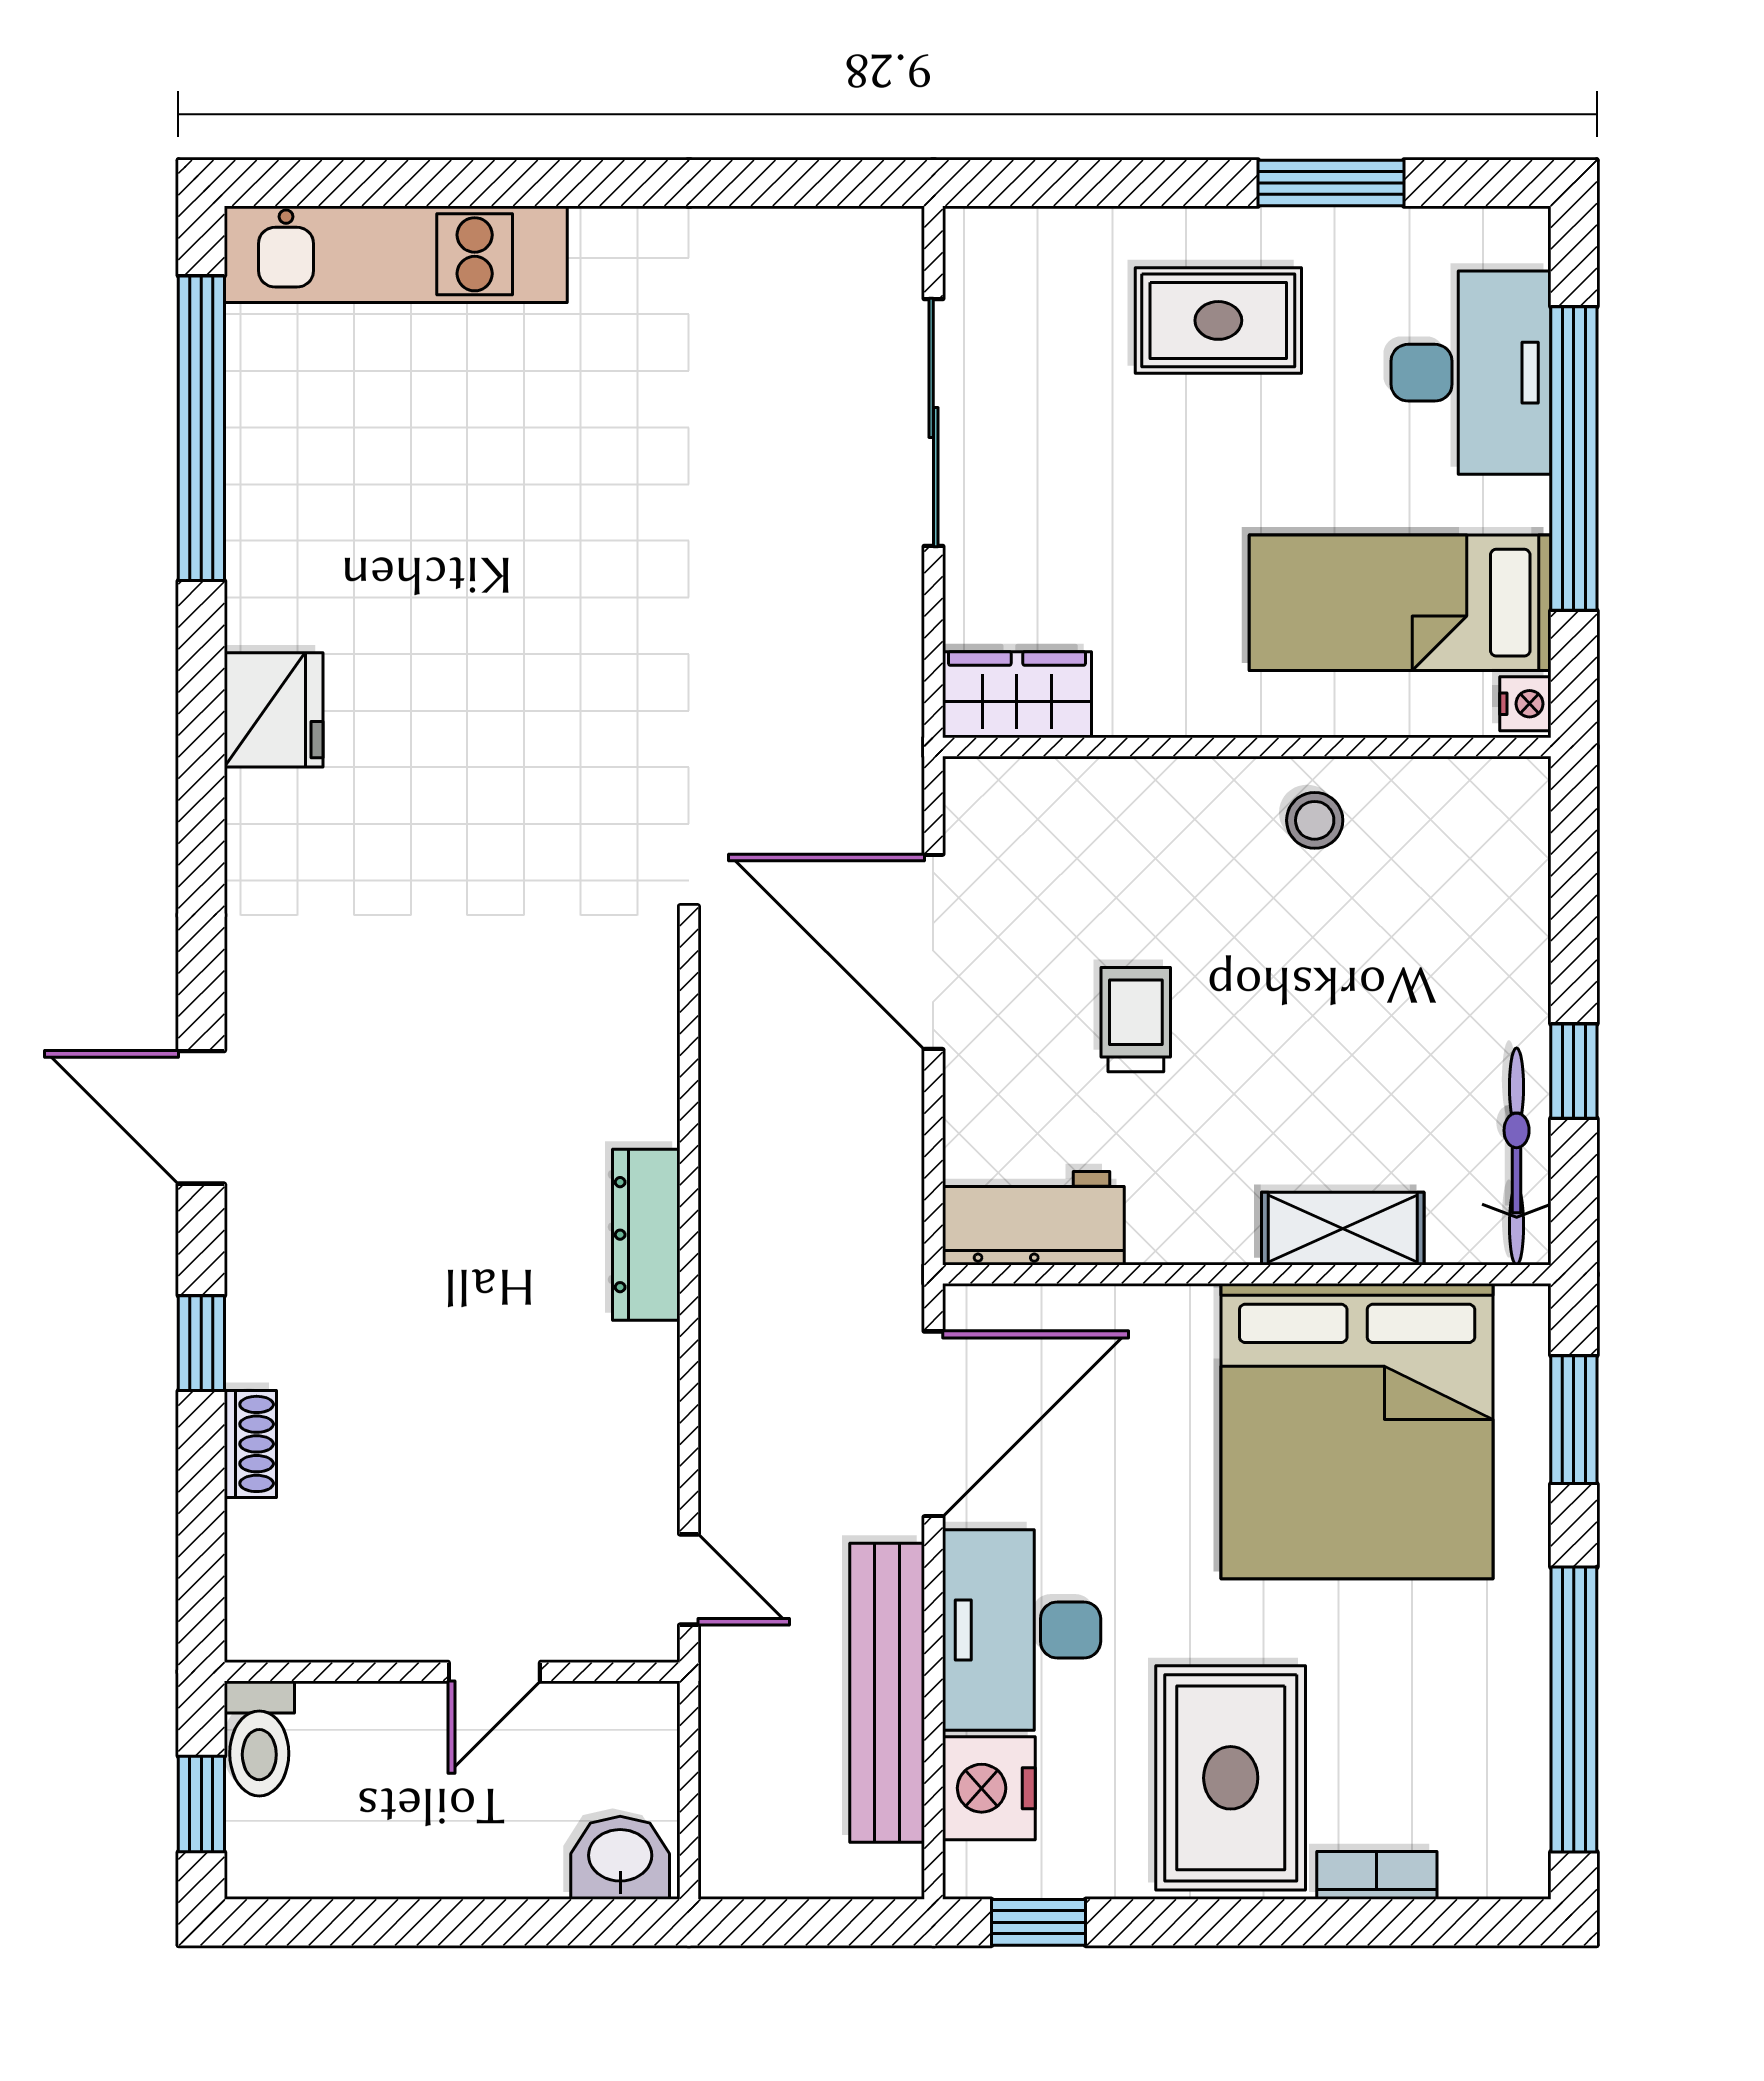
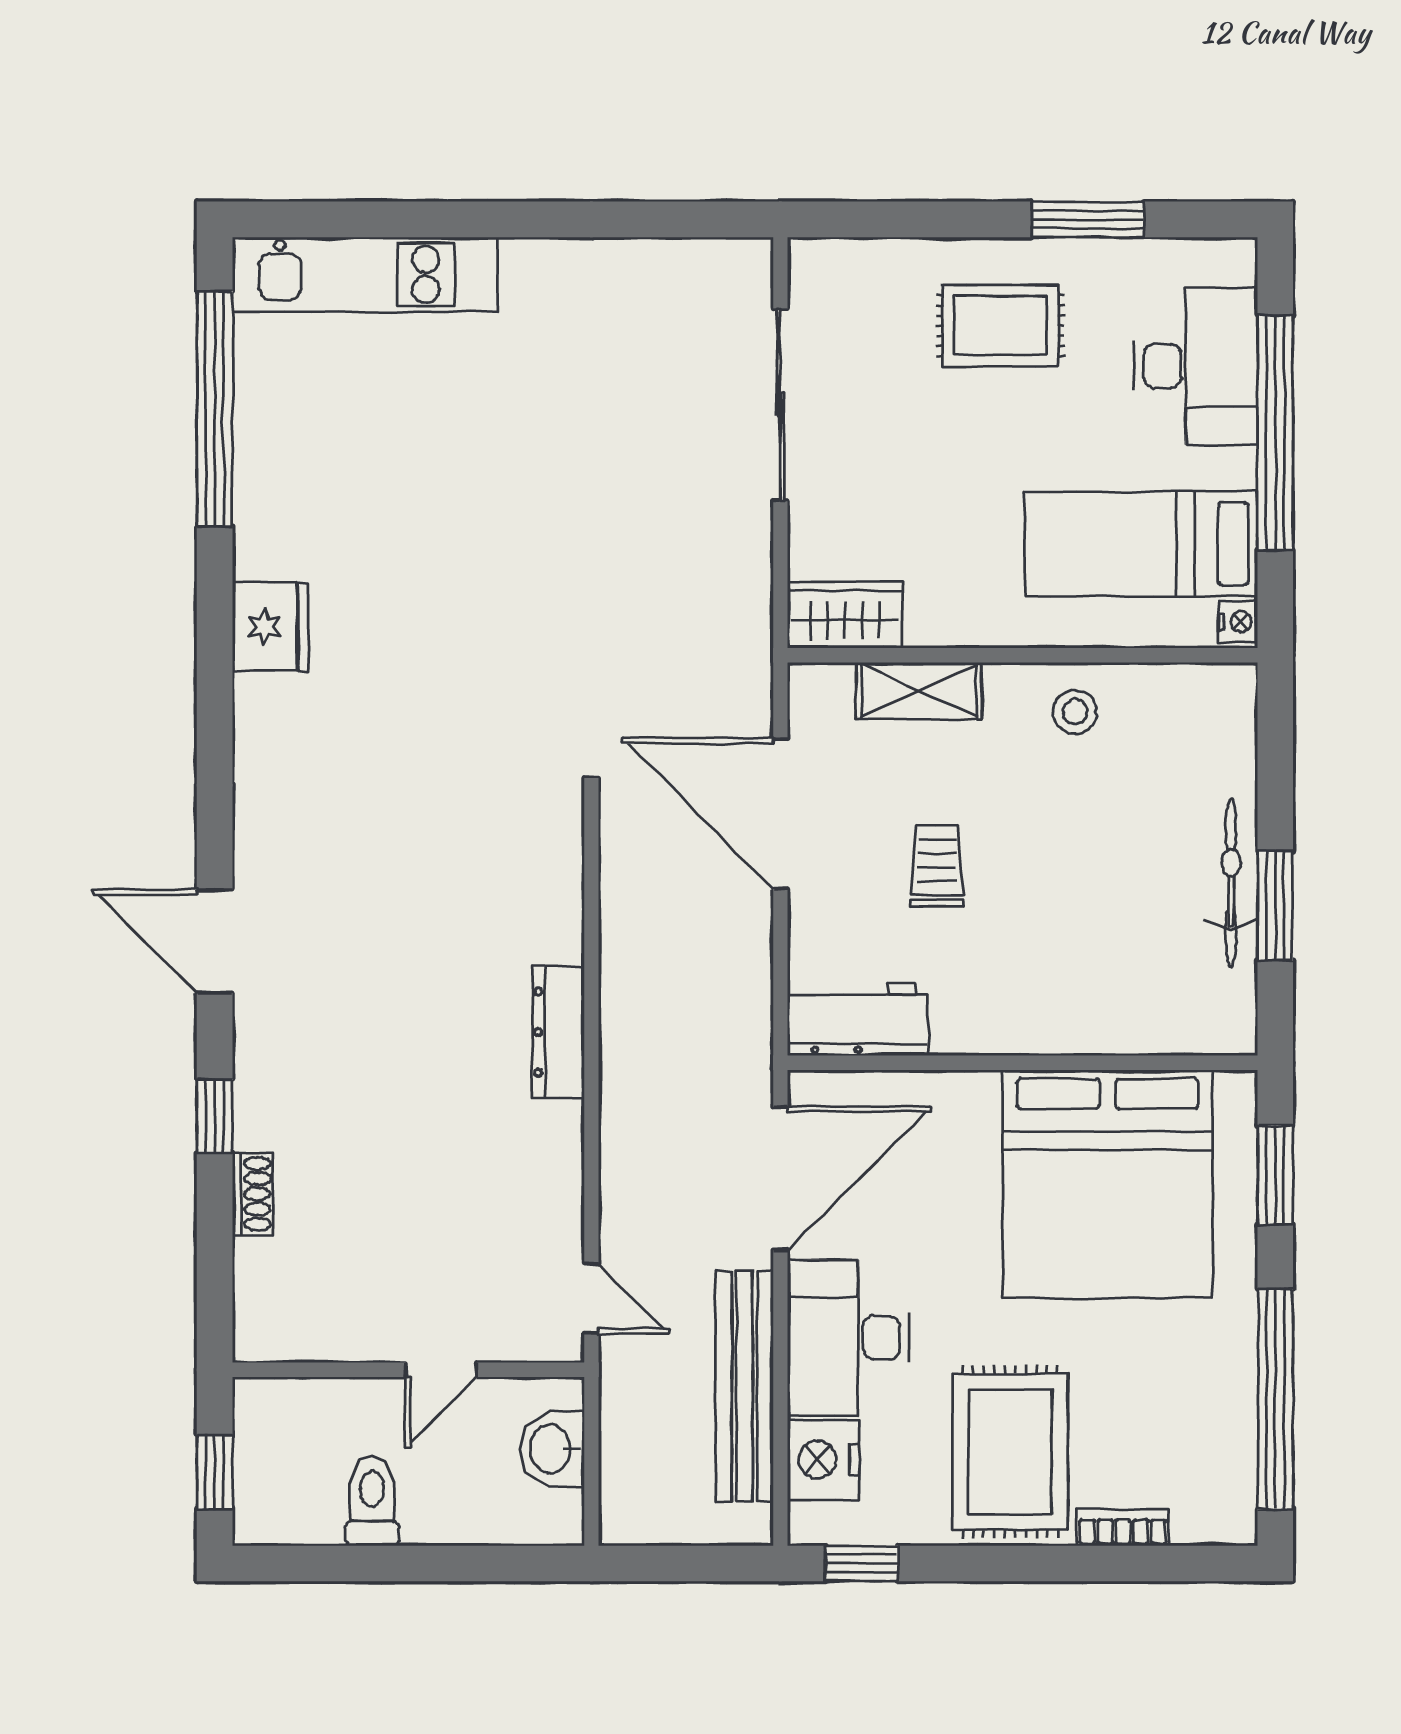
window: (1574, 1071) -> (1275, 906), width x1.50
bicycle: (1517, 1156) -> (1231, 883), moved
shelving: (1343, 1229) -> (919, 691), moved
toilet: (259, 1739) -> (372, 1501), moved, turned 180
washbasin: (620, 1858) -> (552, 1449), moved, turned -90

